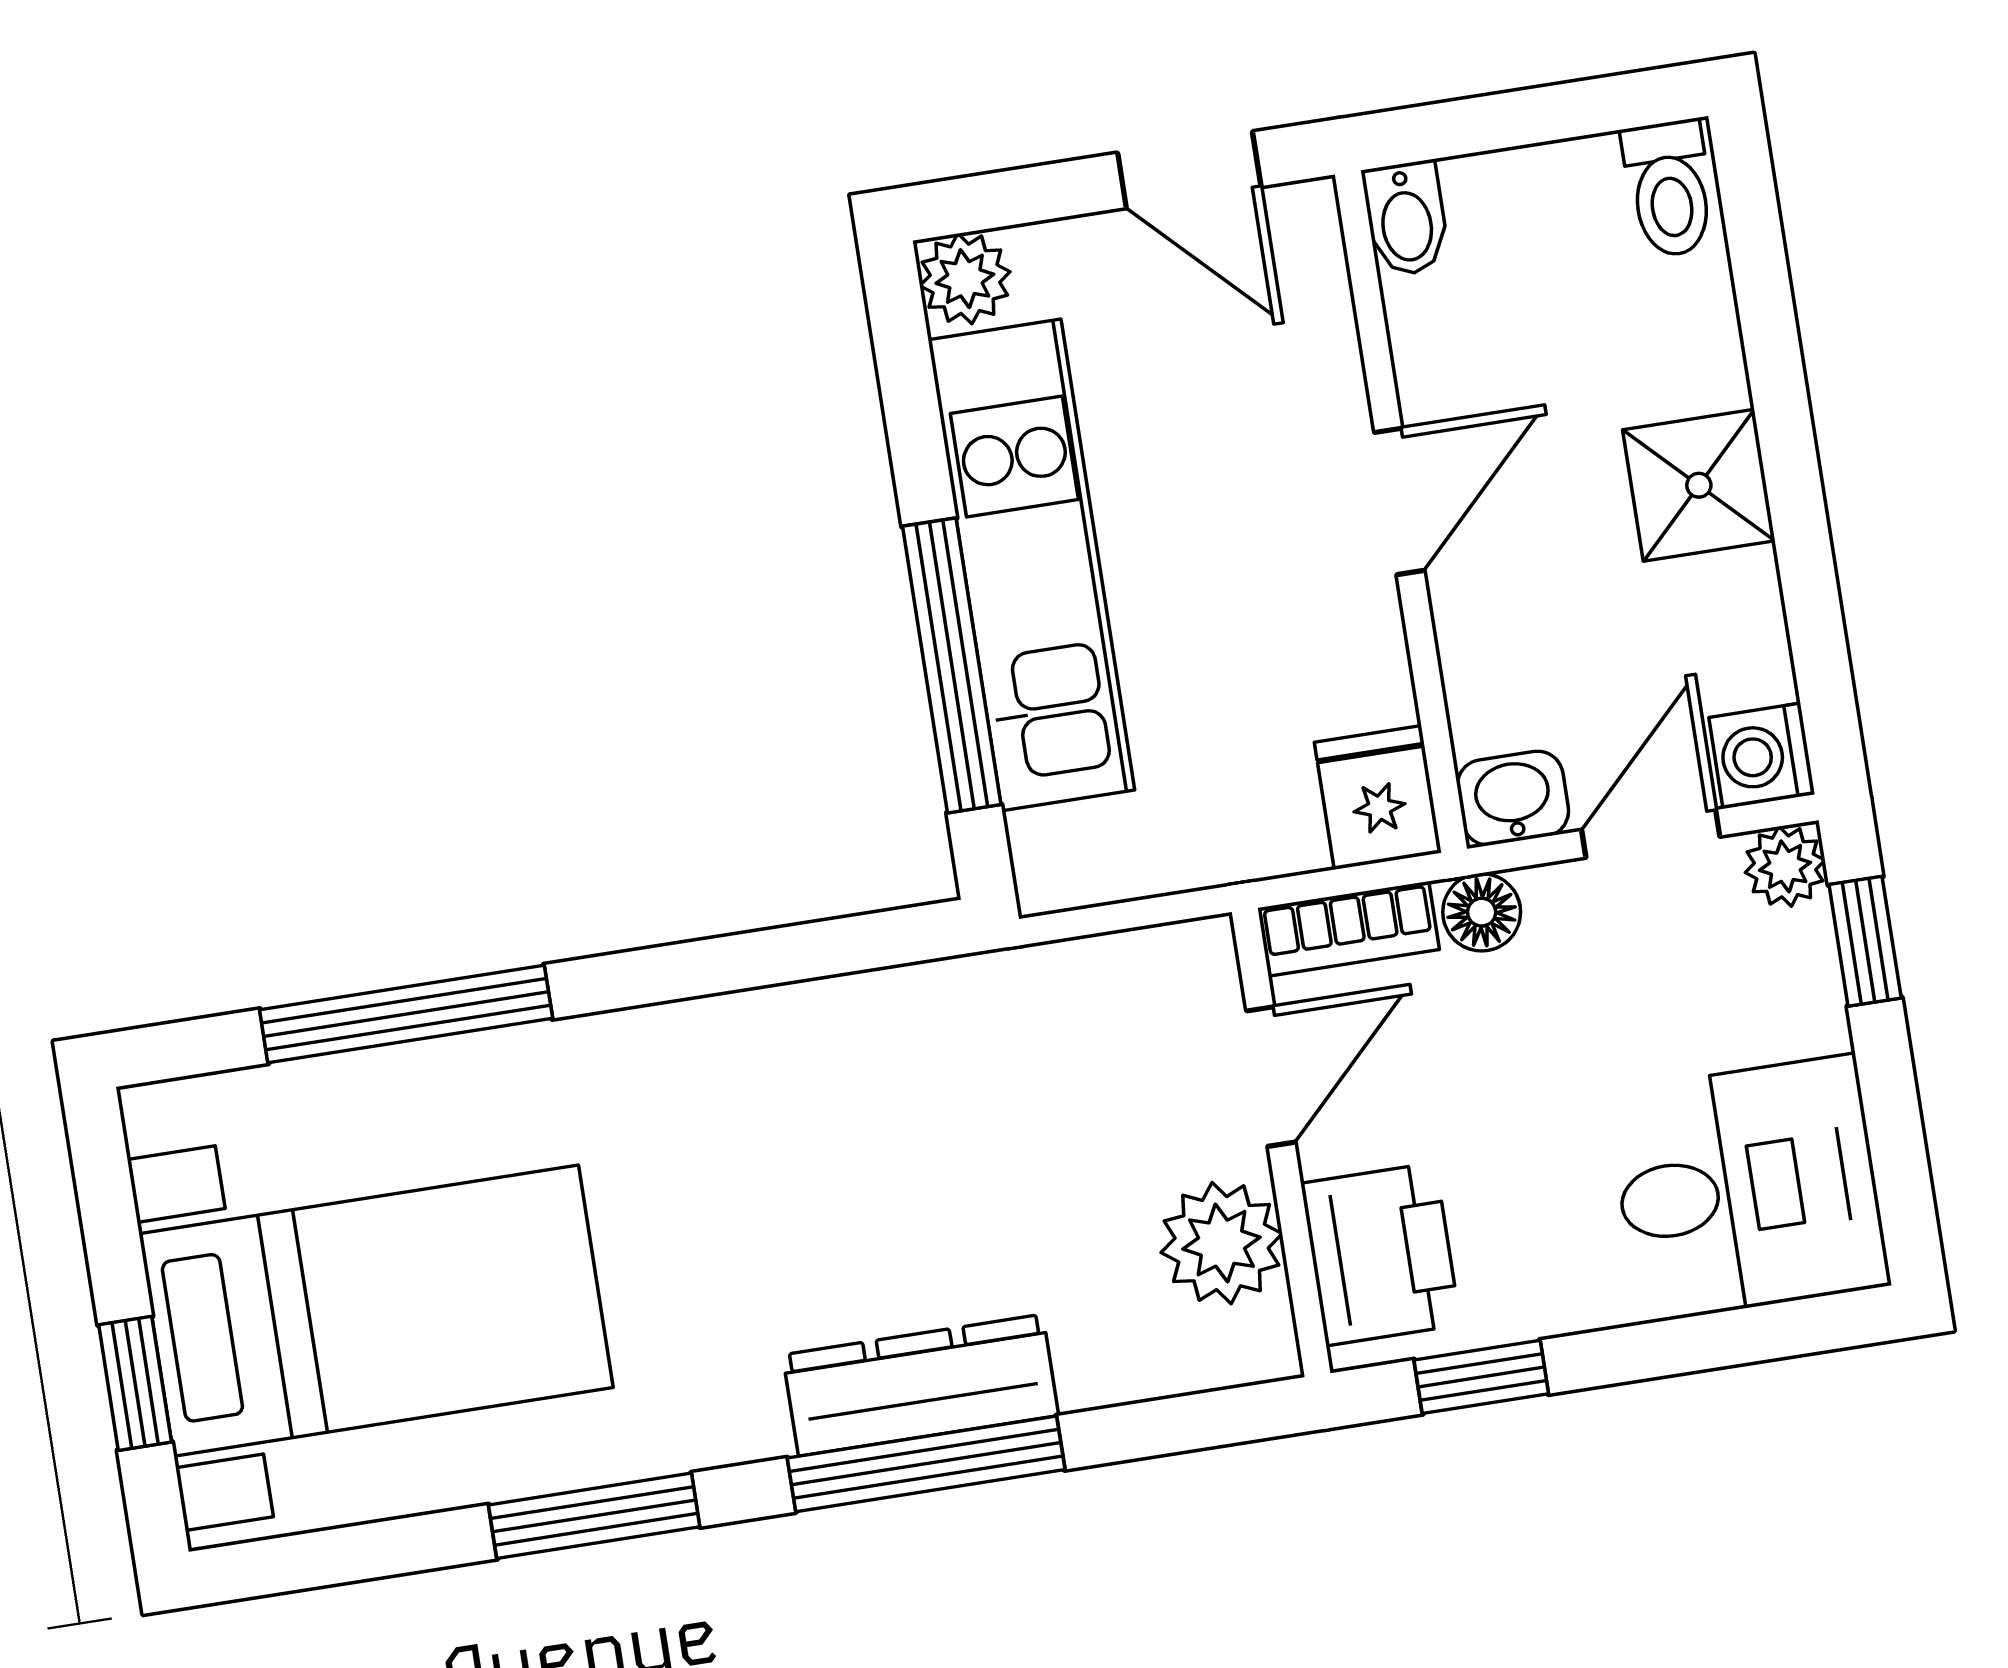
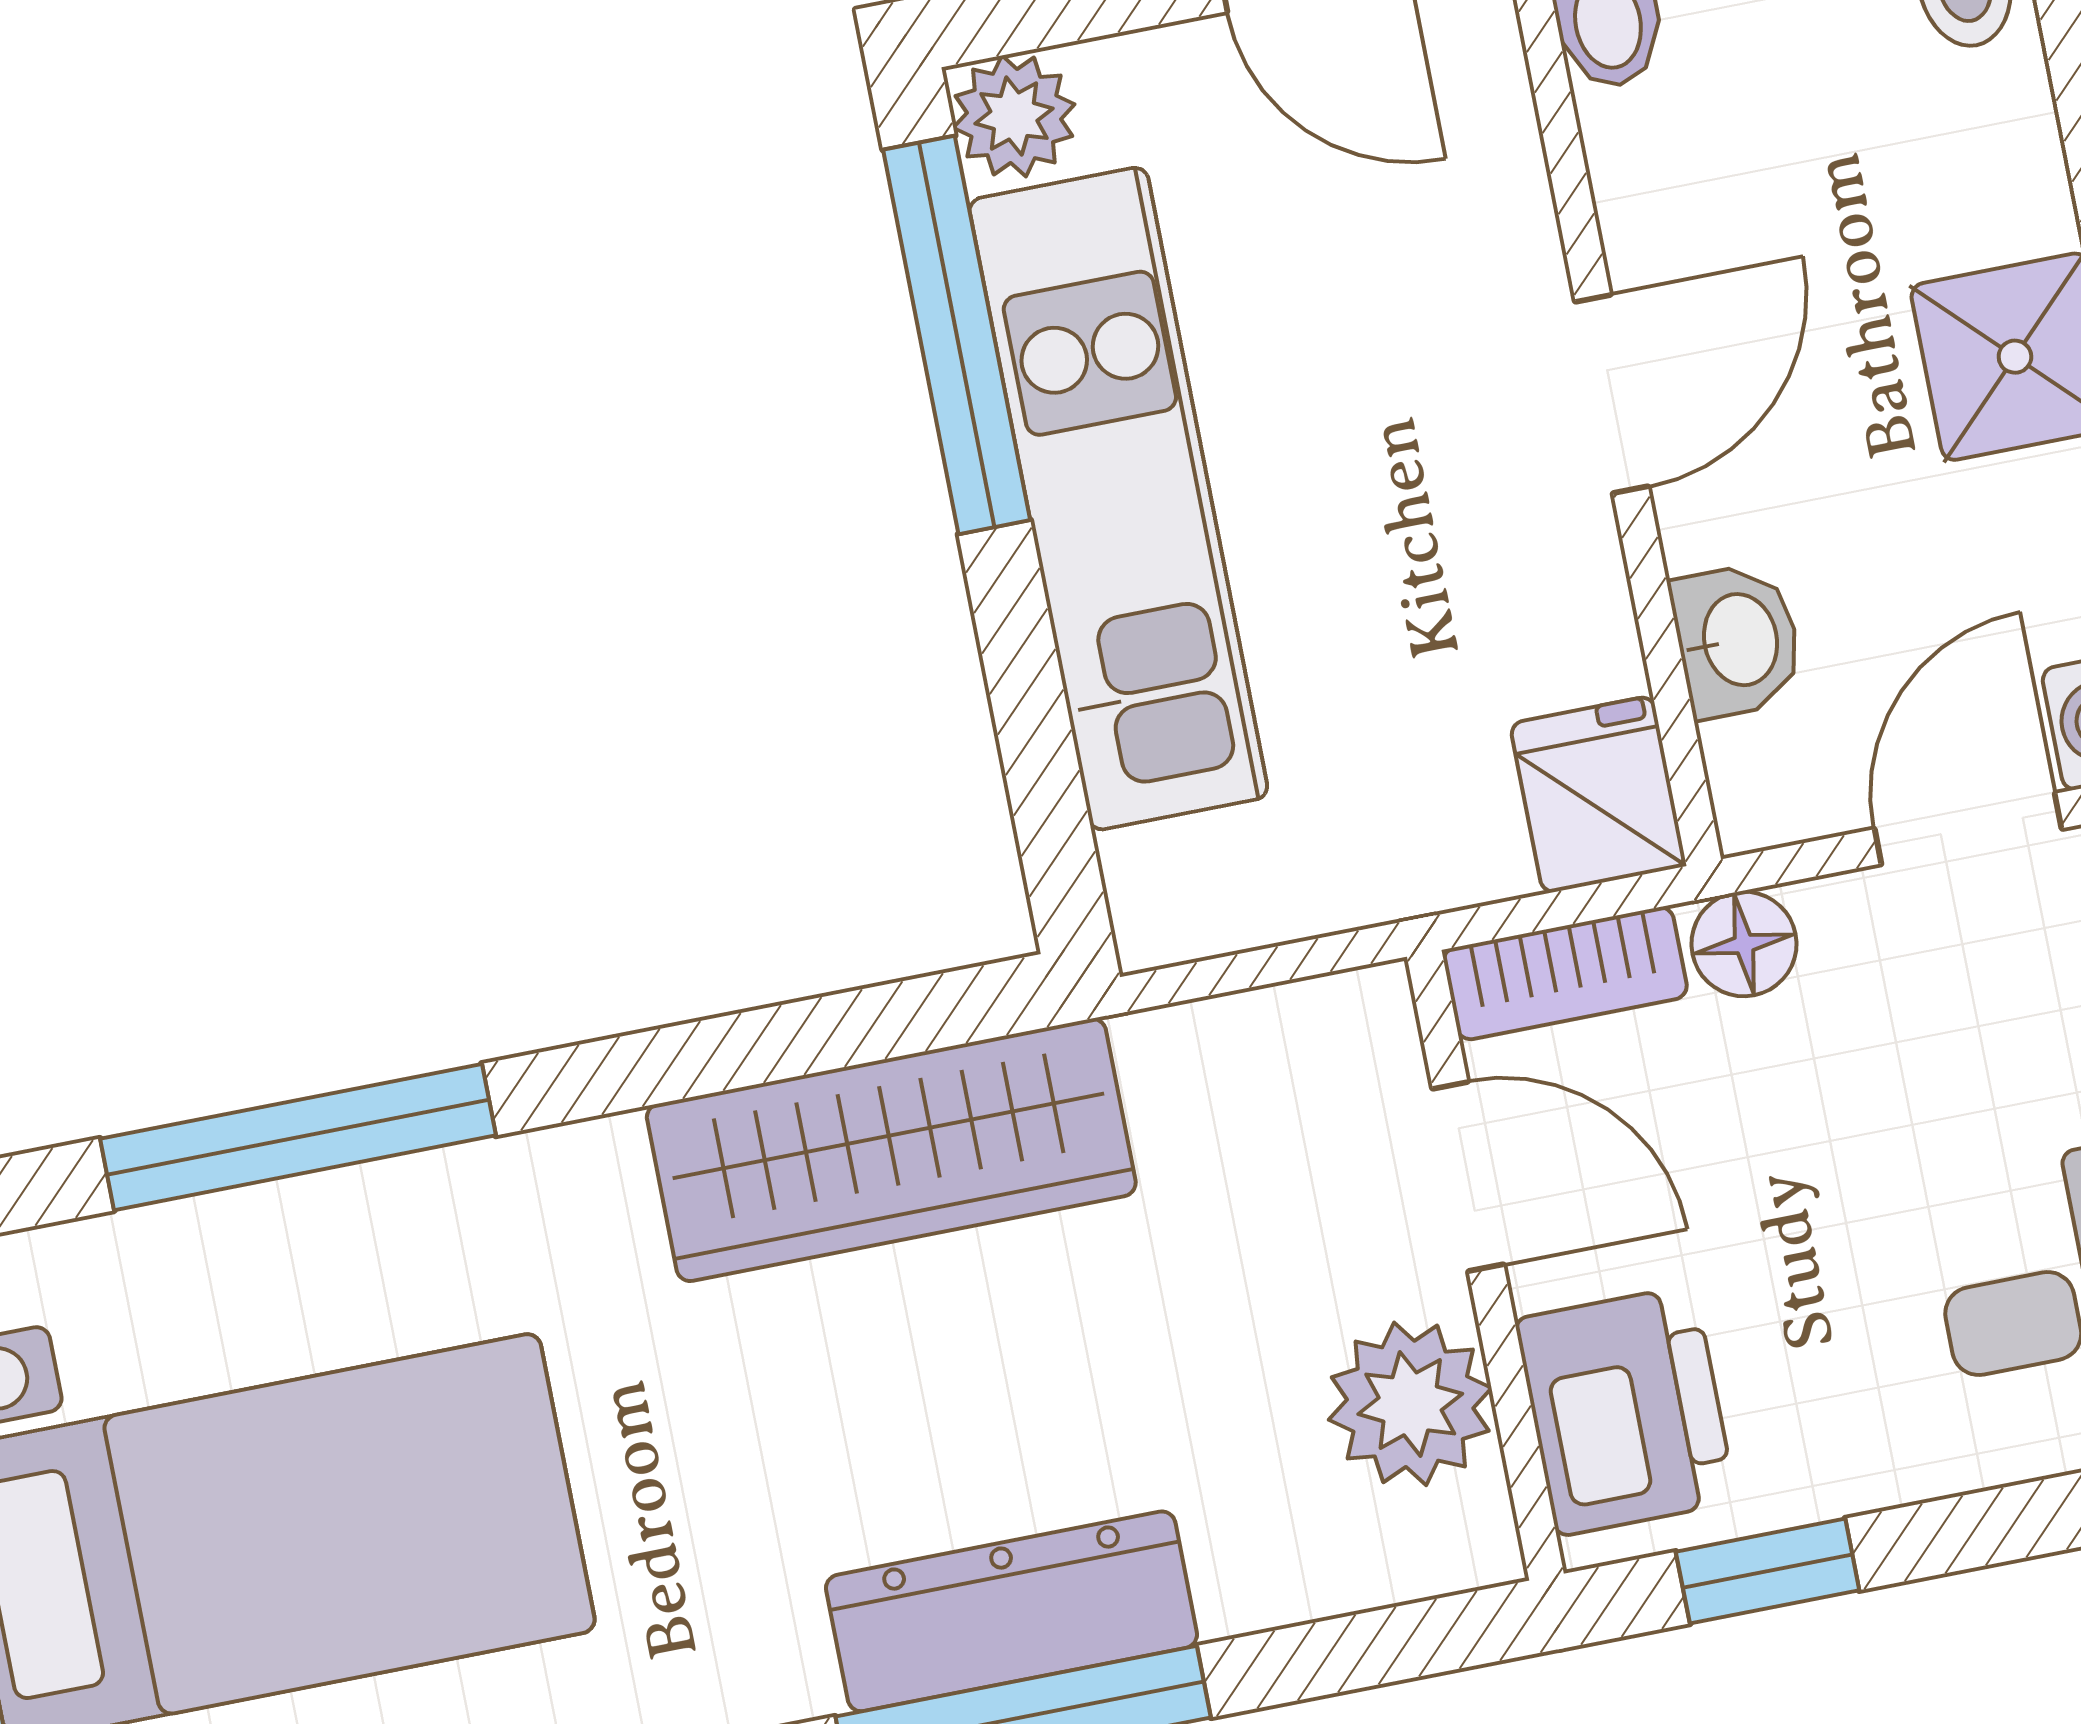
window: (952, 665) -> (957, 335), moved
washbasin: (1513, 798) -> (1737, 640), moved, turned 90
wardrobe: (845, 1040) -> (891, 1150), added
door: (1271, 1076) -> (1468, 1177), hinge flipped

